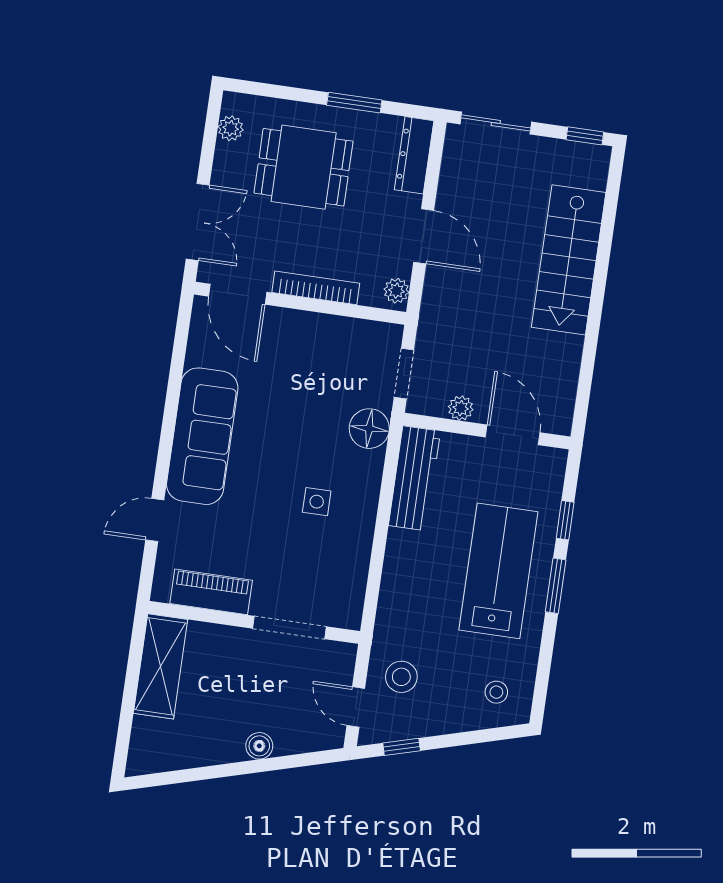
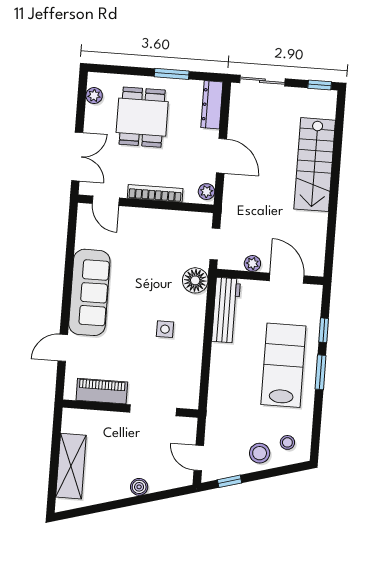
dining table: (304, 167) -> (142, 117), turned 90
door: (238, 294) -> (106, 201), width x0.73
shelving: (161, 666) -> (71, 466), moved
stool: (401, 677) -> (260, 453), moved

